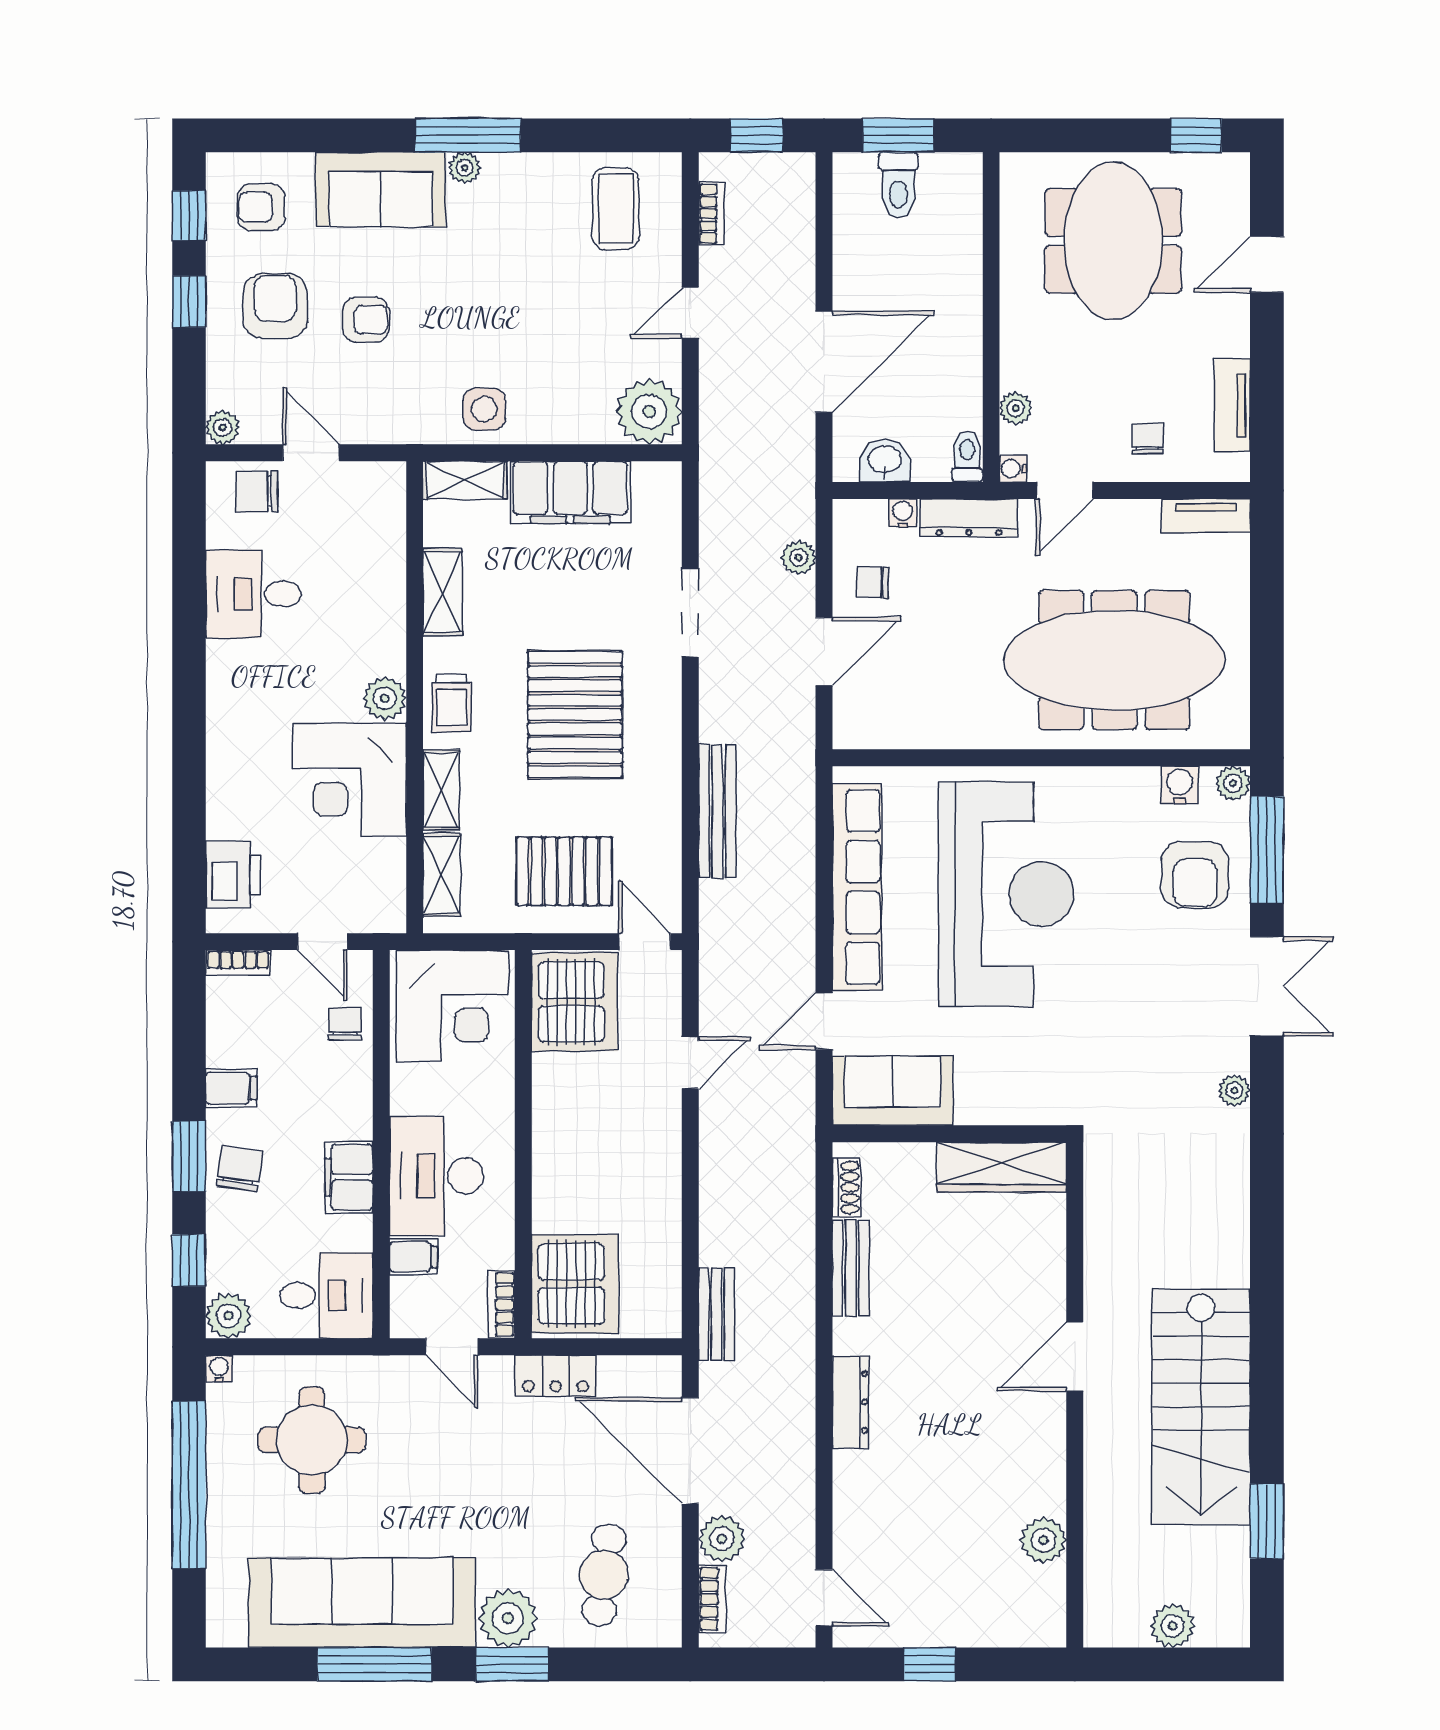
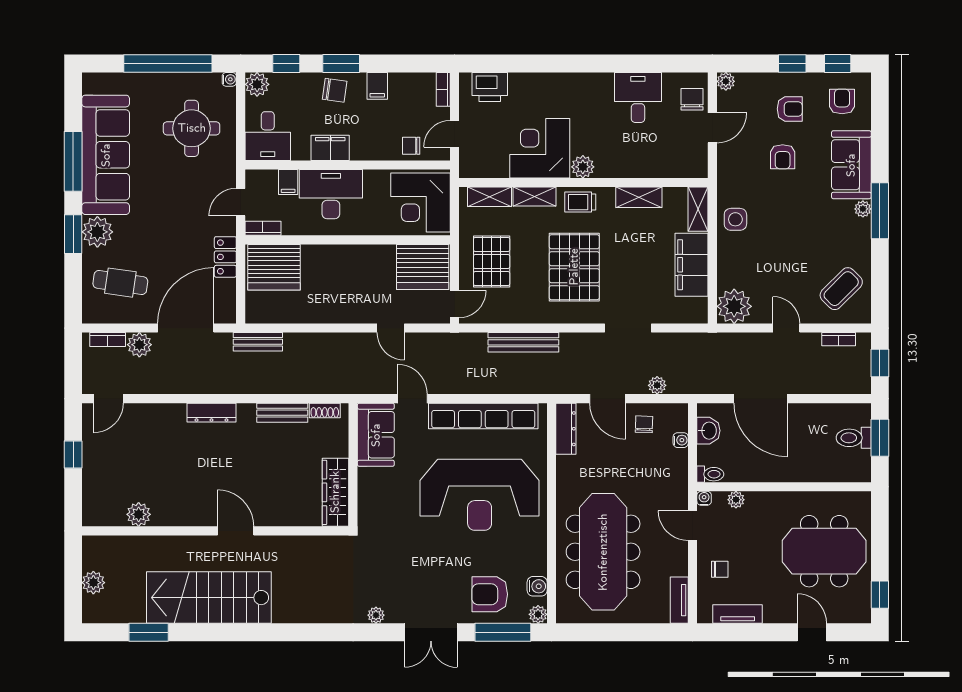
coffee table: (616, 209) -> (841, 289), turned -45
armchair: (275, 306) -> (790, 109), width x0.72, depth x0.72
dresser: (969, 518) -> (566, 429), moved, turned 180
pallet: (575, 715) -> (574, 267), turned 90
chair: (345, 1024) -> (411, 146), turned 180

